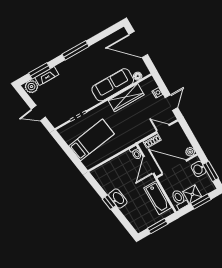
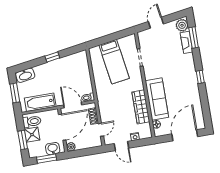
window: (75, 50) -> (200, 77), width x0.46
washbasin: (118, 199) -> (25, 75), moved

